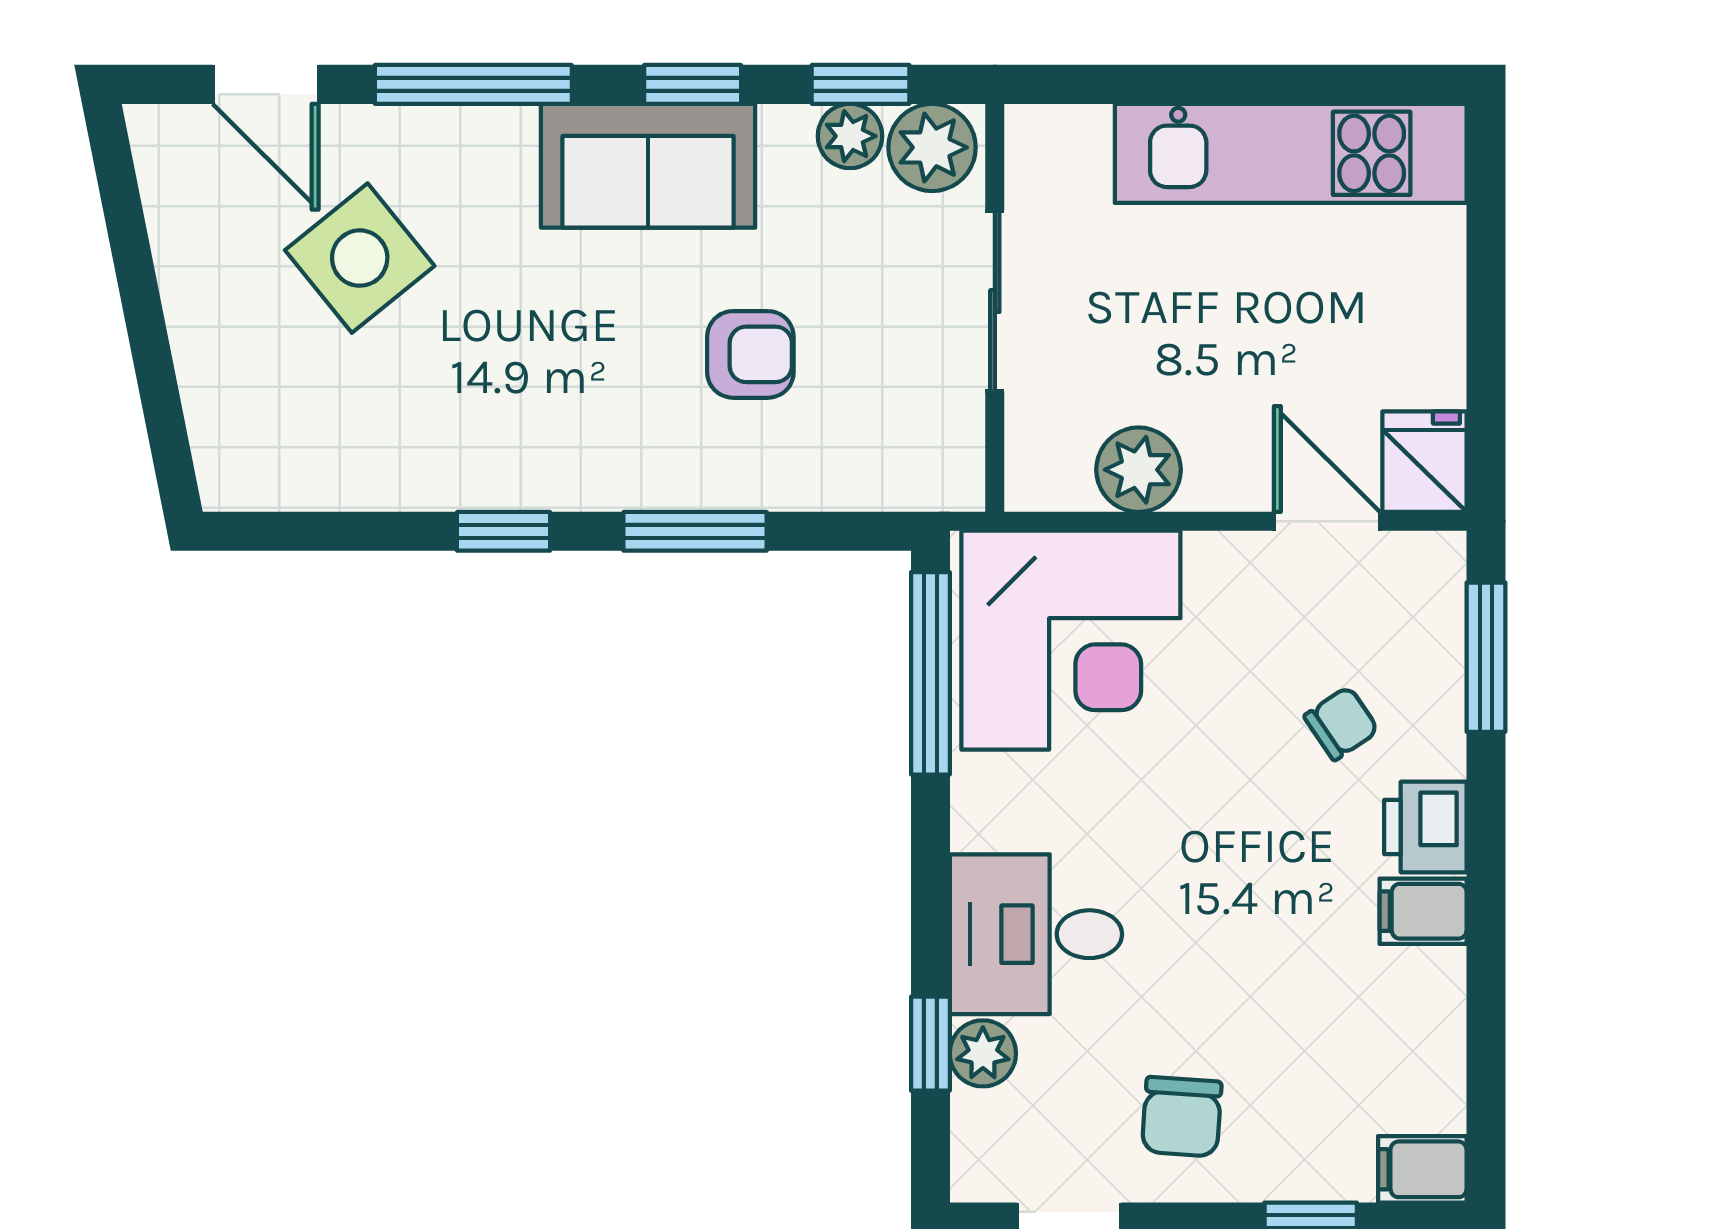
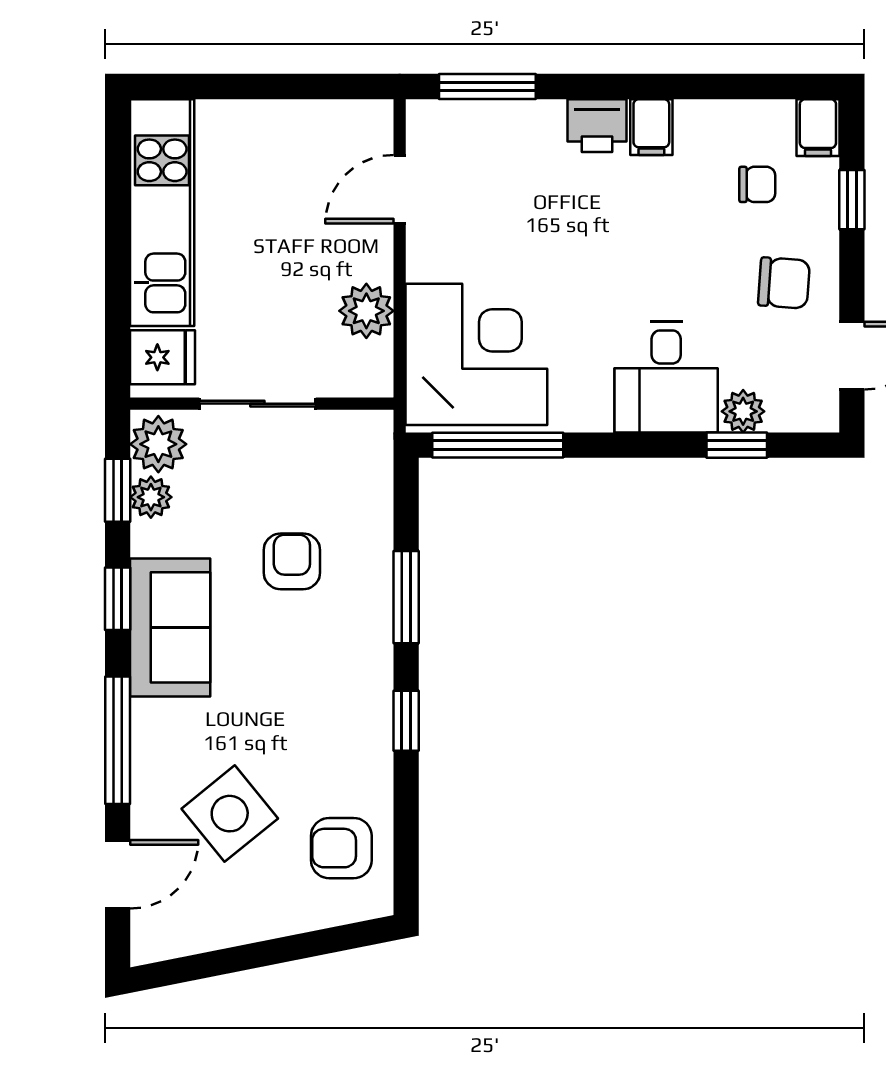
armchair: (306, 431) -> (341, 848), added
fridge: (1424, 462) -> (163, 357), moved, turned 180
chair: (1341, 723) -> (757, 184), moved, turned 124

